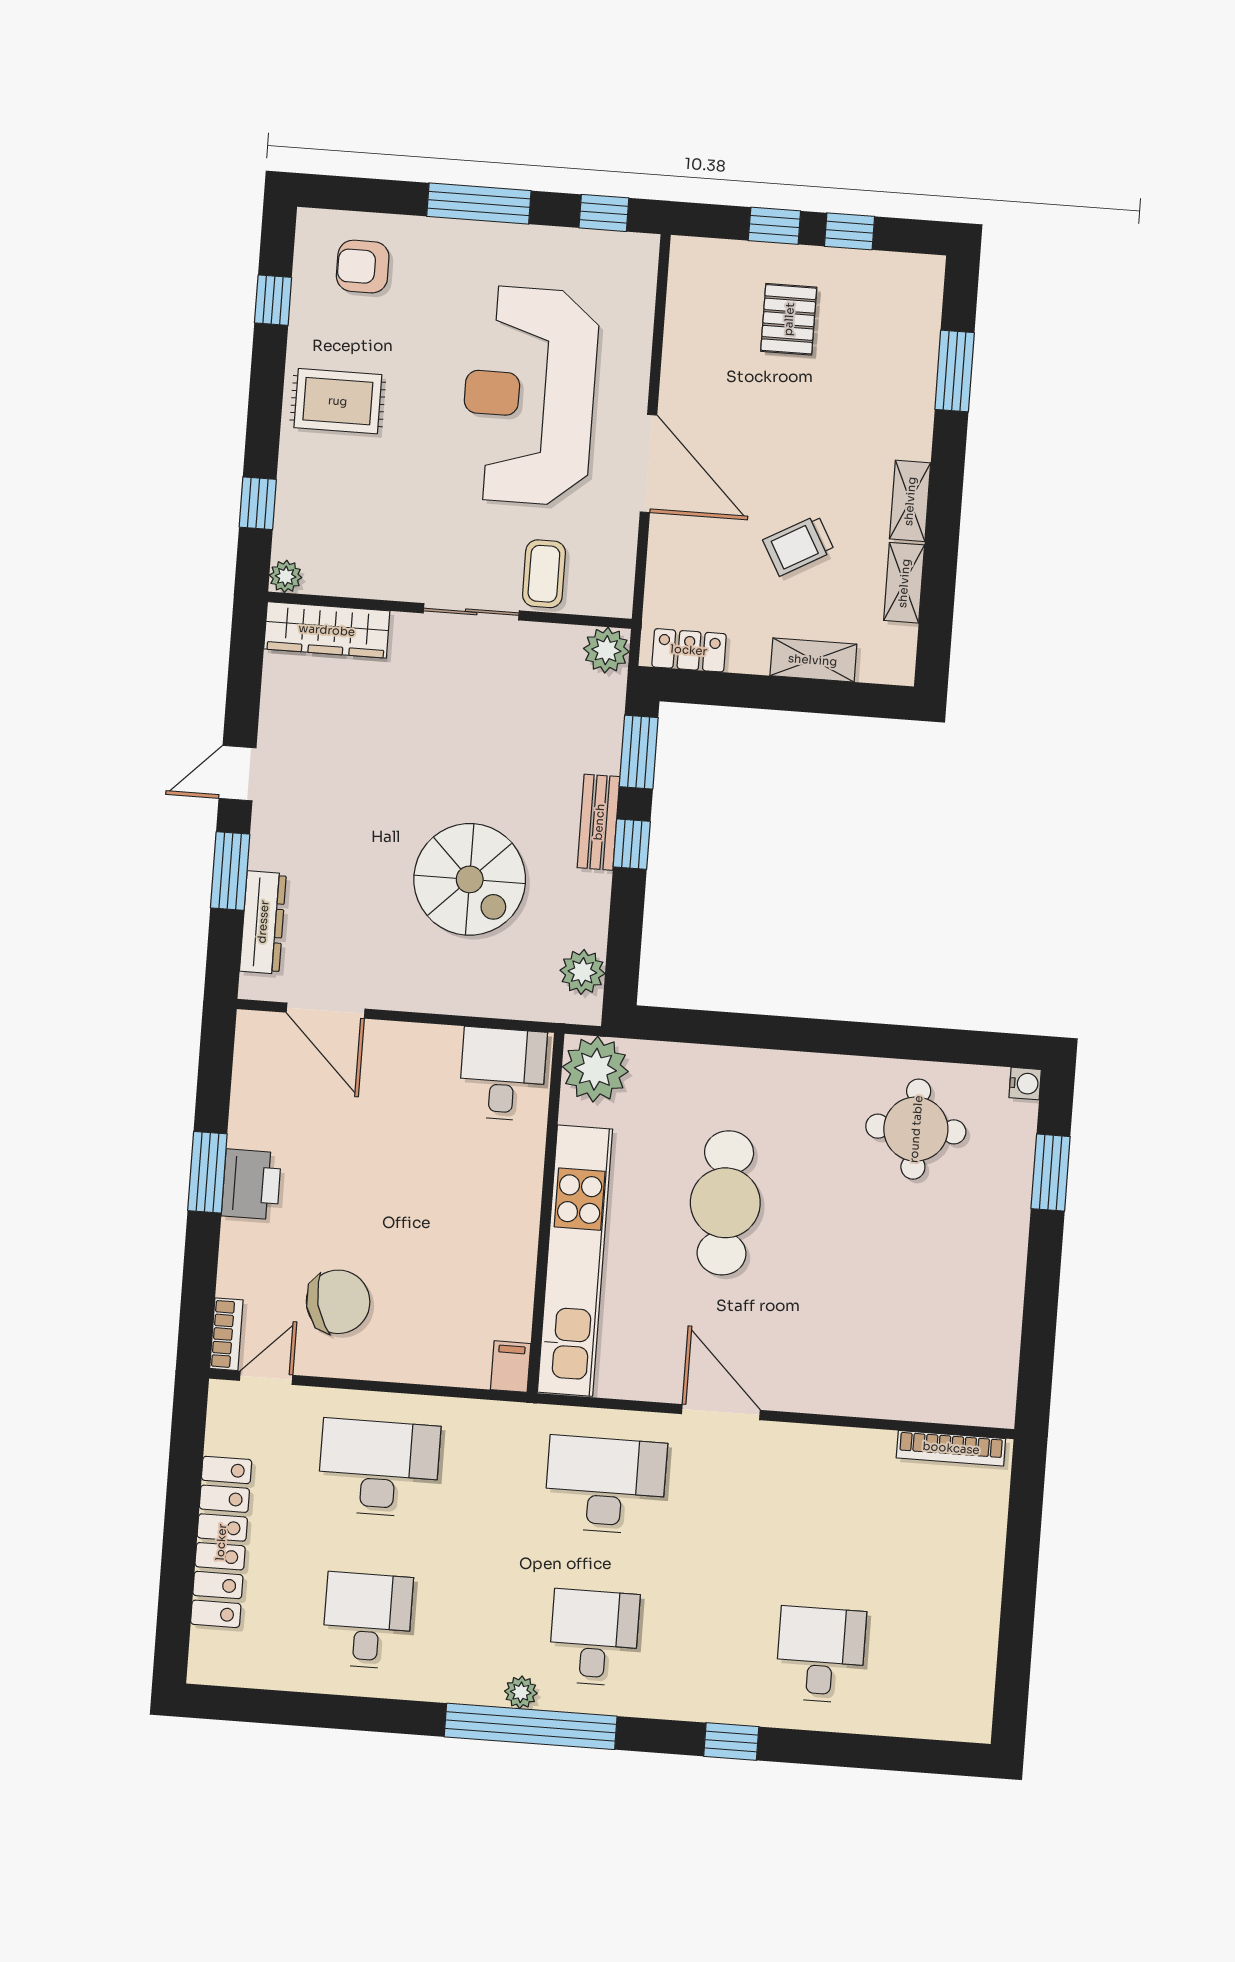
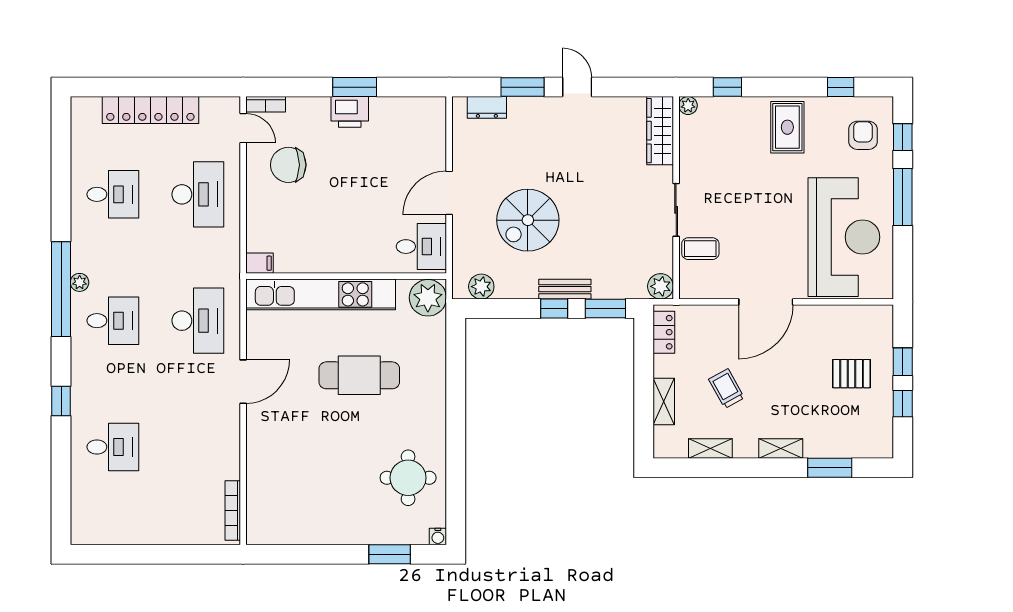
window: (604, 213) -> (903, 137), moved
reception desk: (529, 396) -> (844, 237), moved, turned 90
shelving: (910, 501) -> (781, 448), moved
dresser: (263, 922) -> (487, 107), width x0.70
door: (326, 1011) -> (449, 193), moved
chair: (338, 1302) -> (288, 165), turned 103

